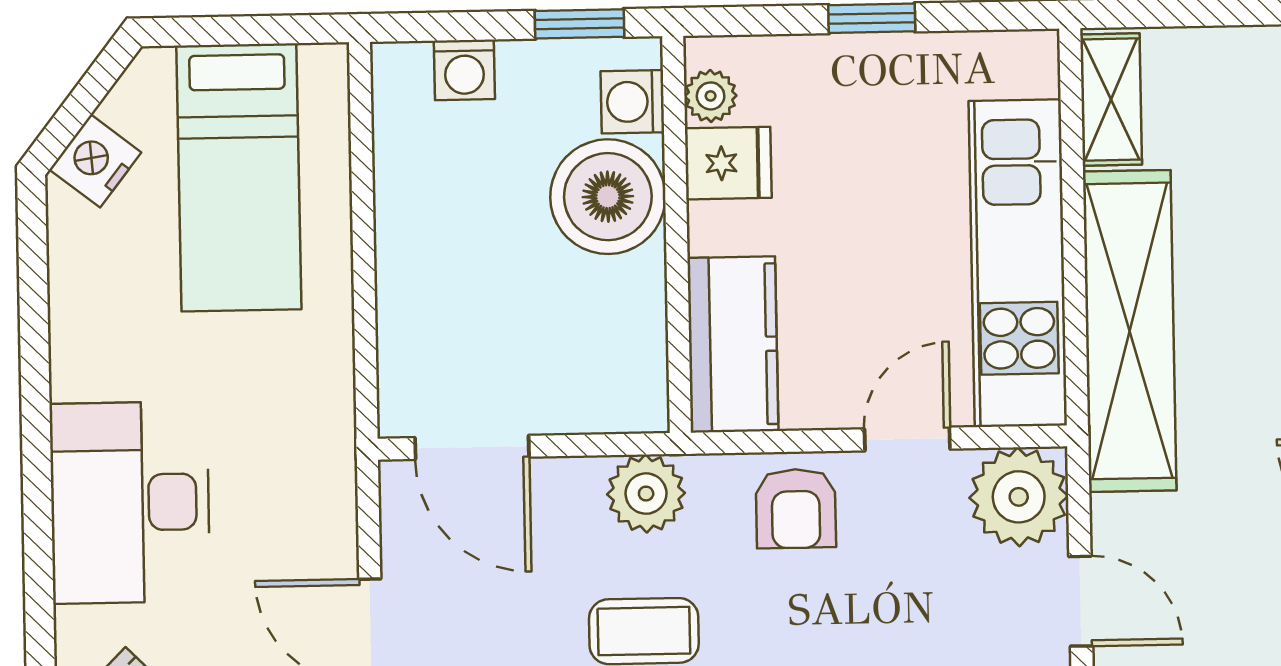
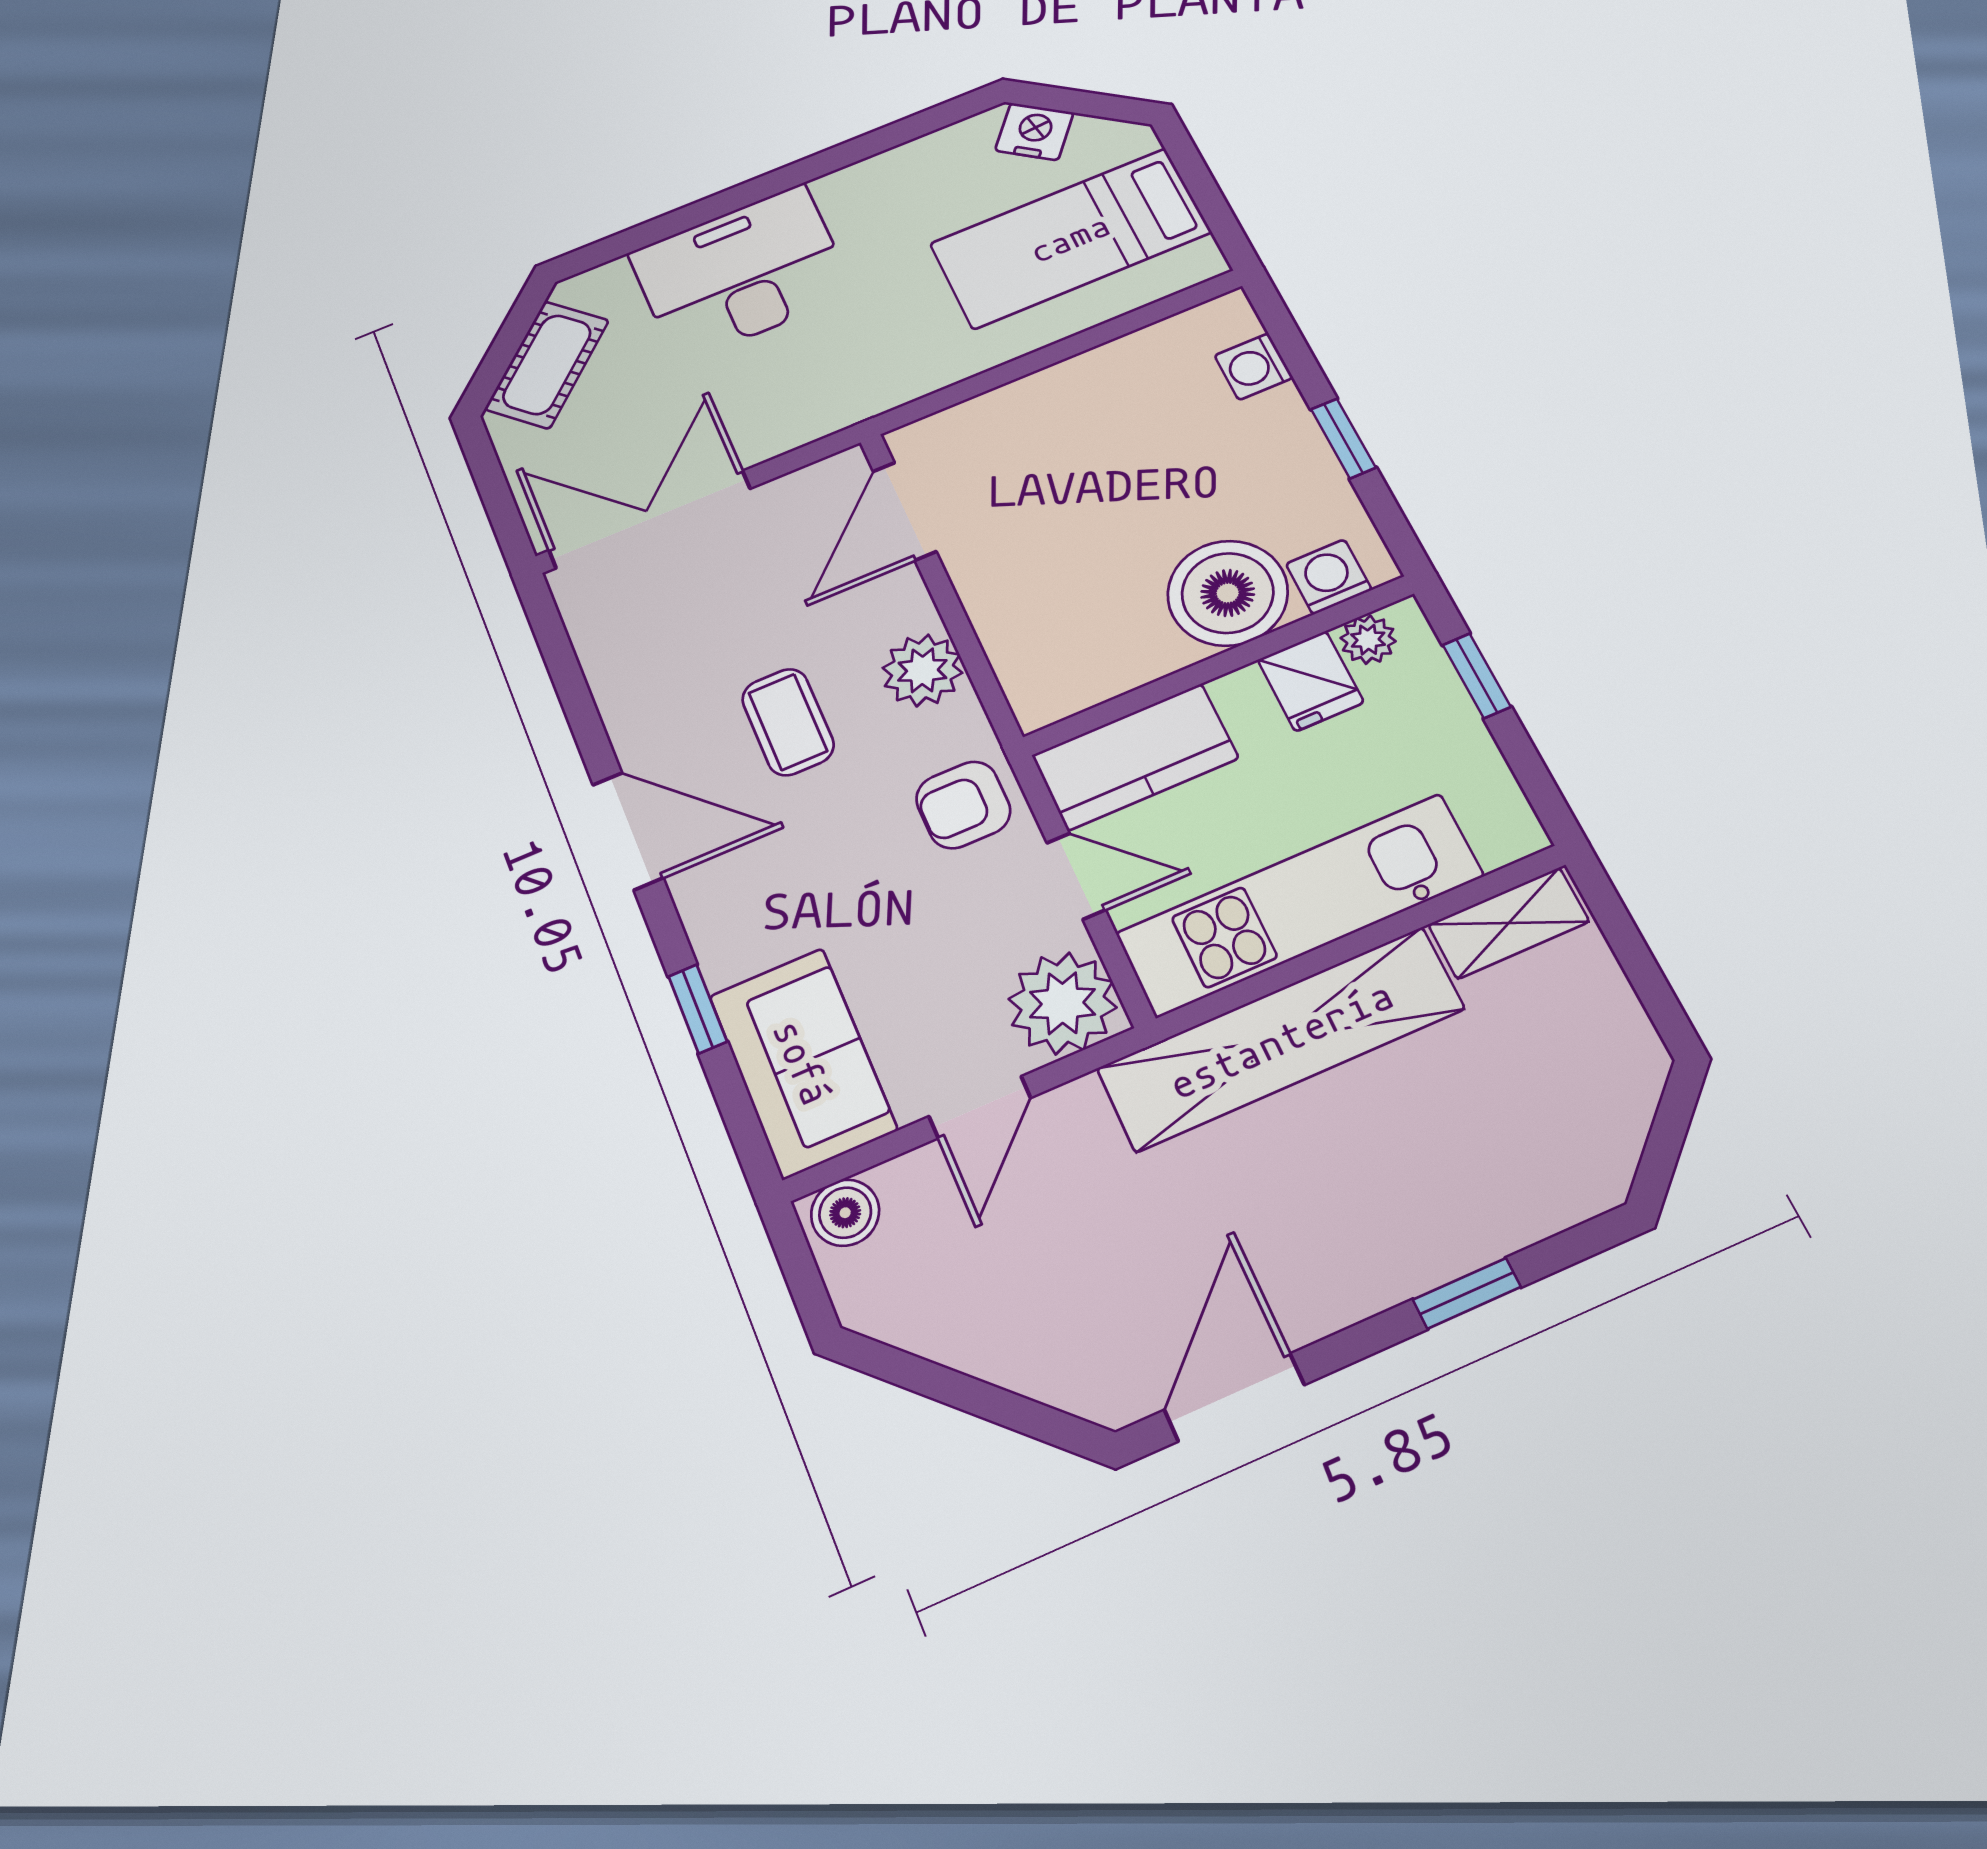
plant: (711, 96) -> (1368, 640), moved
washing machine: (632, 102) -> (1329, 577), moved
fridge: (728, 163) -> (1311, 681), moved
boiler: (608, 197) -> (1228, 593), moved
wall: (677, 234) -> (1219, 665), moved
kitchen counter: (733, 344) -> (1135, 757), moved

